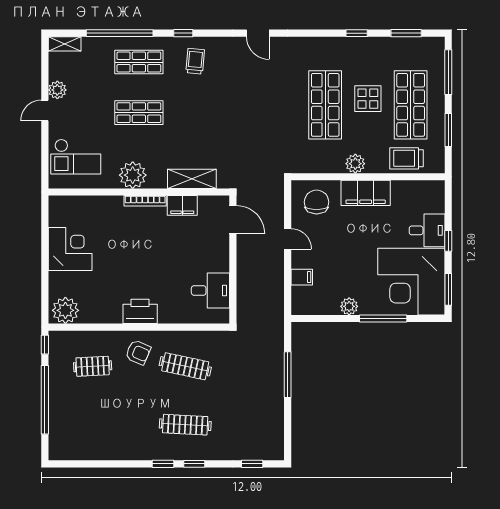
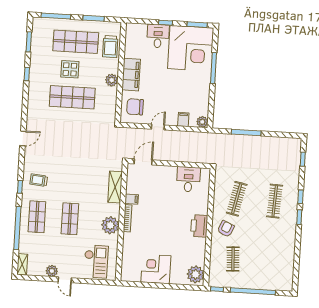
filing cabinet: (182, 205) -> (132, 199), width x0.50
plant: (349, 306) -> (202, 122), moved

